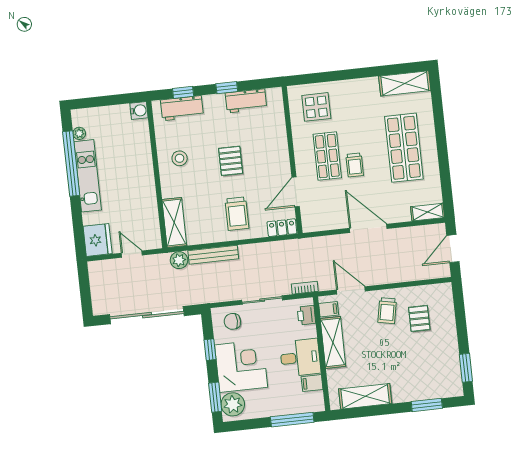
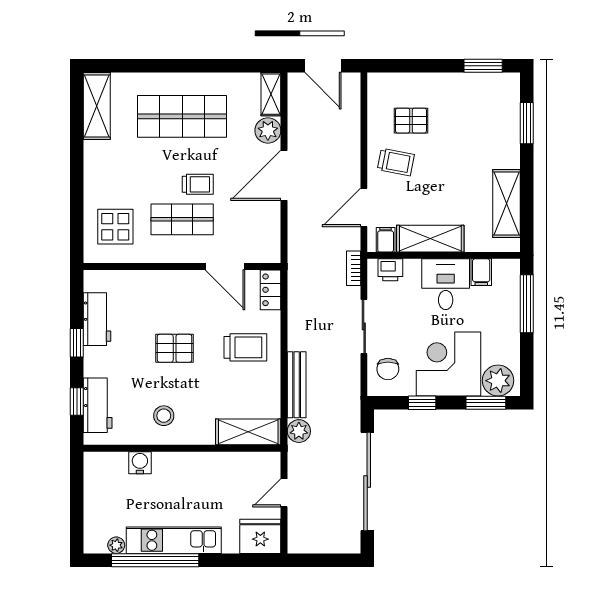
water cooler: (139, 111) -> (140, 463), moved
plant: (400, 213) -> (268, 130), added

